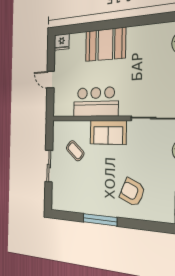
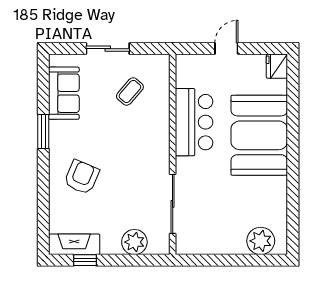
booth: (105, 44) -> (259, 135), width x1.36, depth x1.42
sofa: (108, 132) -> (64, 93), moved, turned 180
window: (100, 220) -> (43, 132), width x0.69

